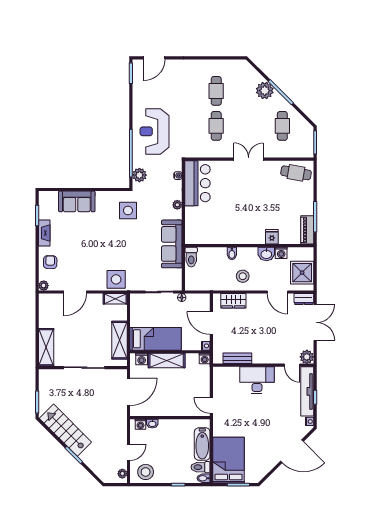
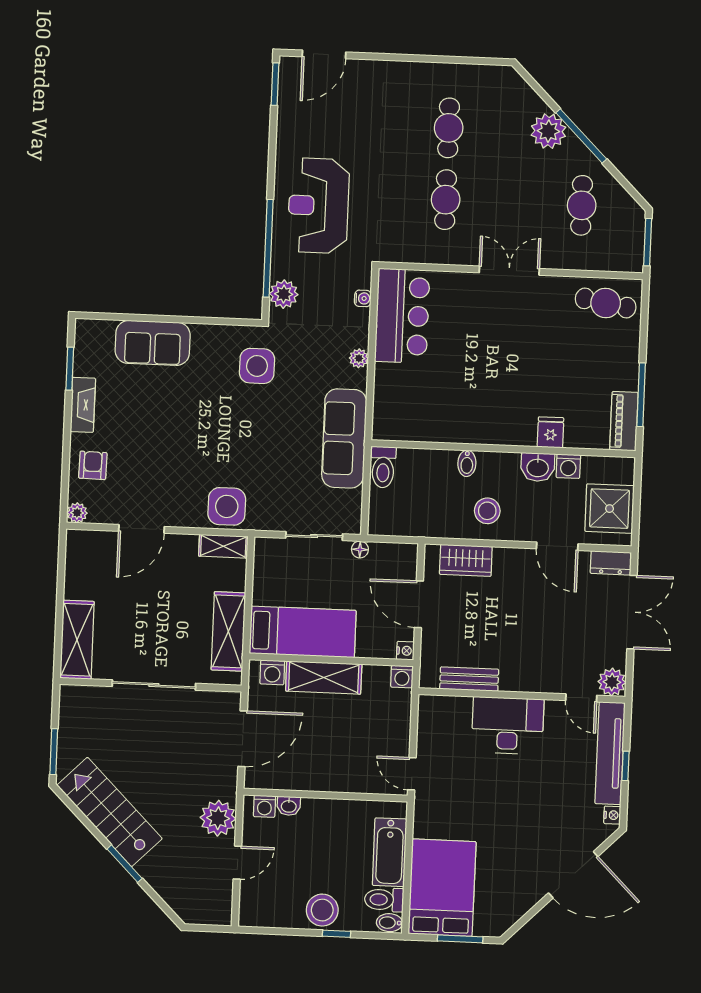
stool: (146, 472) -> (322, 910), moved
plant: (122, 474) -> (218, 818), moved, width x1.88, depth x1.88

